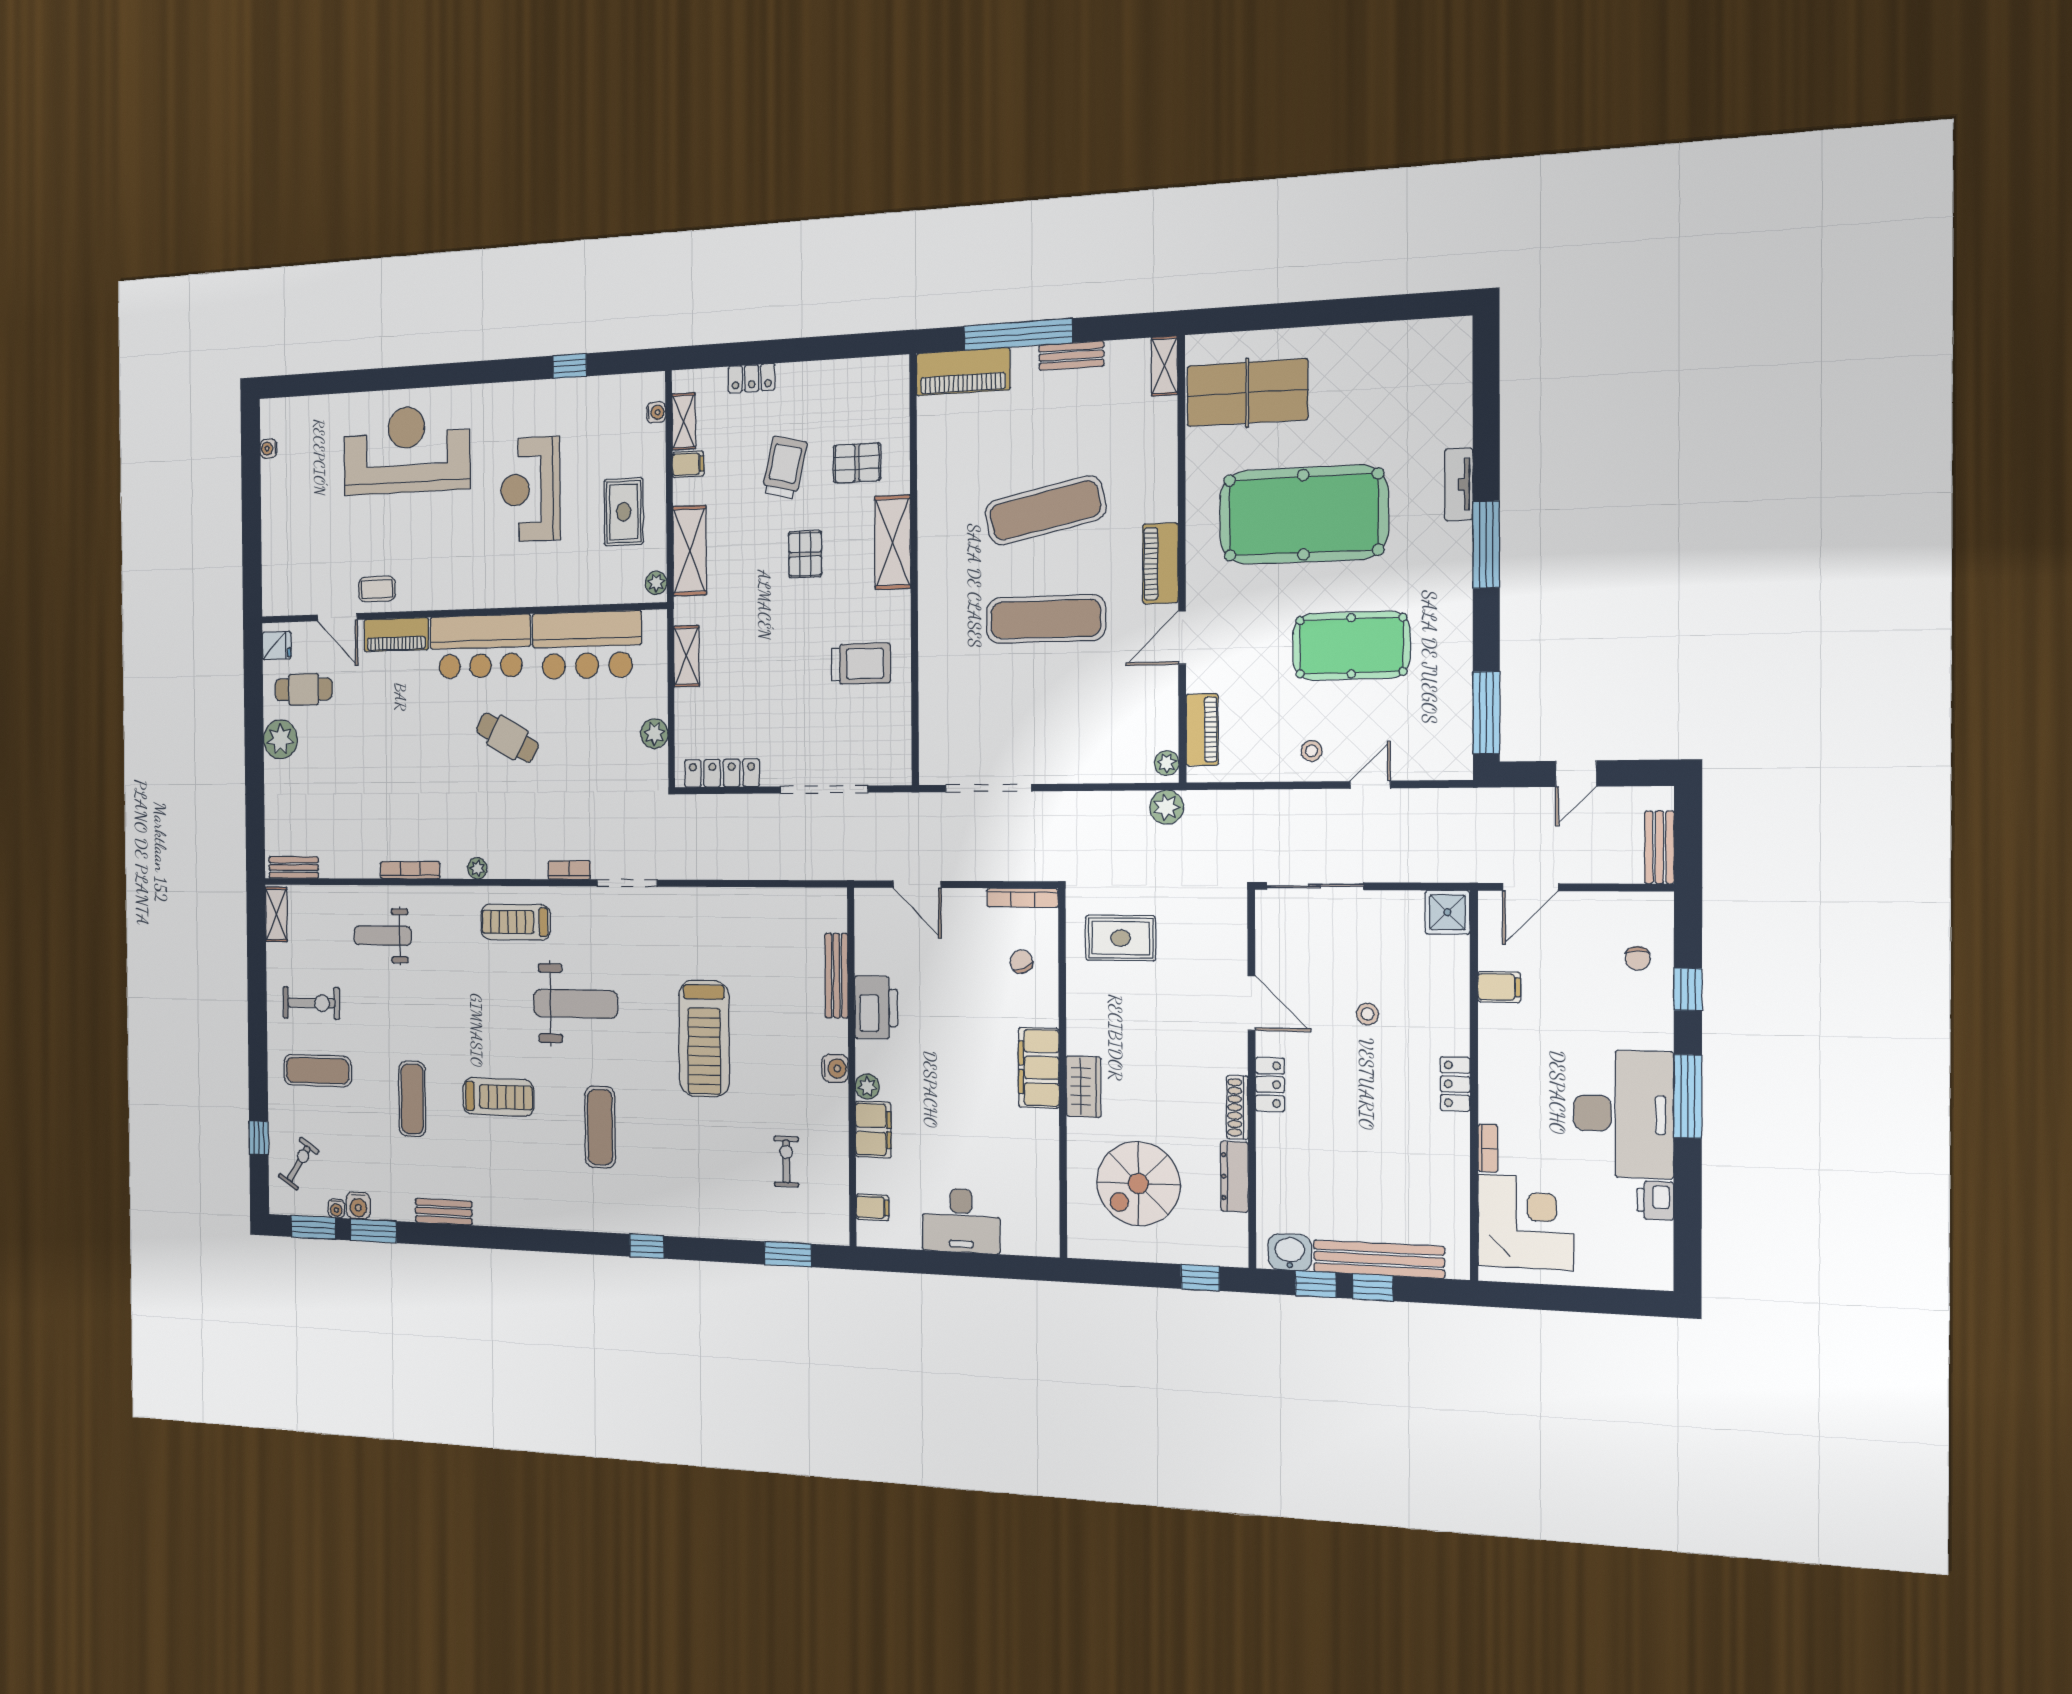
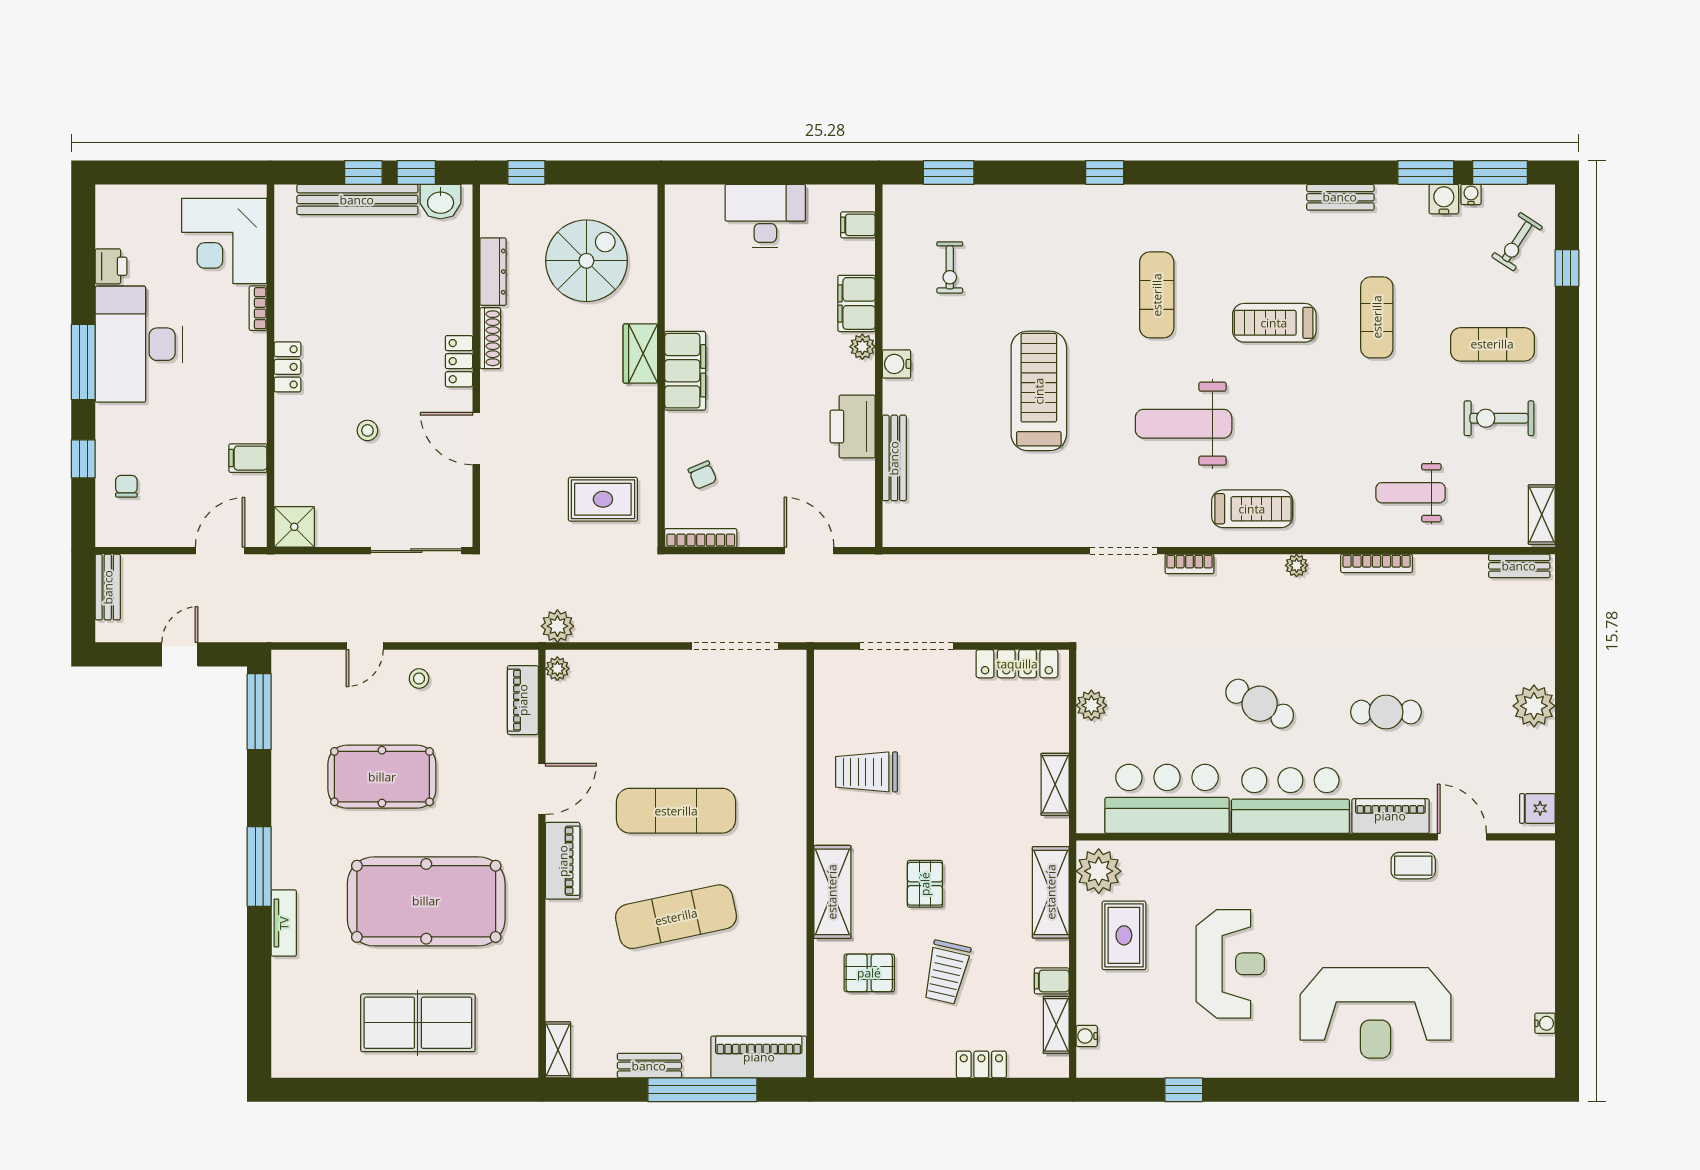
table tennis table: (1247, 393) -> (418, 1023), moved
plant: (656, 583) -> (1099, 871), width x1.88, depth x1.88
cafe table: (304, 689) -> (1386, 712), moved
weight bench: (383, 936) -> (1411, 493), turned 180

